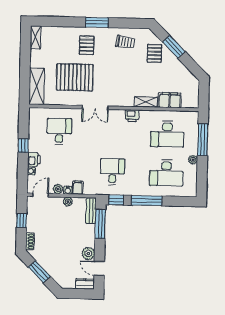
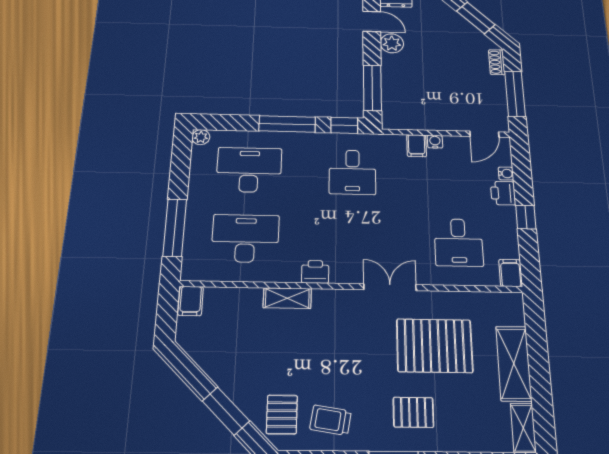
pallet: (87, 45) -> (413, 412), turned 90
pallet: (154, 53) -> (282, 414), moved
shelving: (37, 86) -> (514, 363), moved
filing cabinet: (170, 100) -> (191, 301), moved, width x0.50
filing cabinet: (34, 115) -> (511, 273), added
plant: (193, 160) -> (201, 137), moved
plant: (58, 189) -> (453, 144), removed
plant: (68, 202) -> (433, 123), removed
bench: (91, 211) -> (390, 108), removed
window: (22, 221) -> (515, 94), width x2.17

